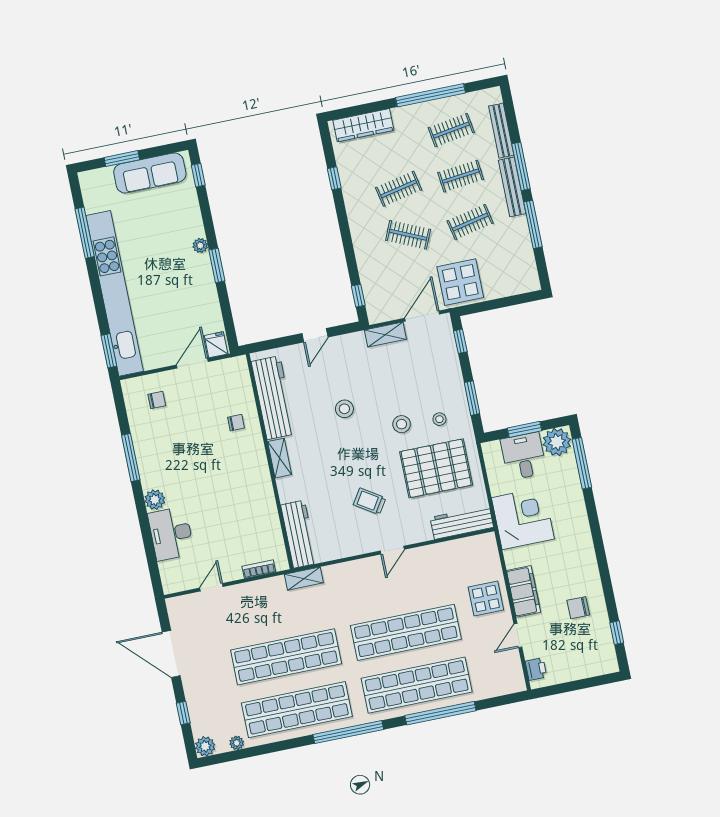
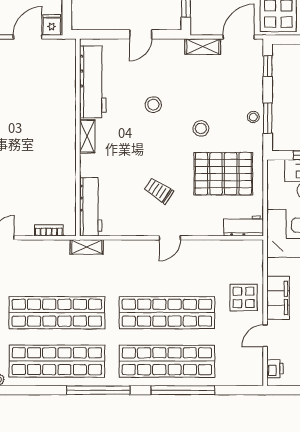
stool: (439, 419) -> (253, 117), moved
chair: (236, 423) -> (55, 97), removed
workbench: (462, 522) -> (244, 226), width x0.73

